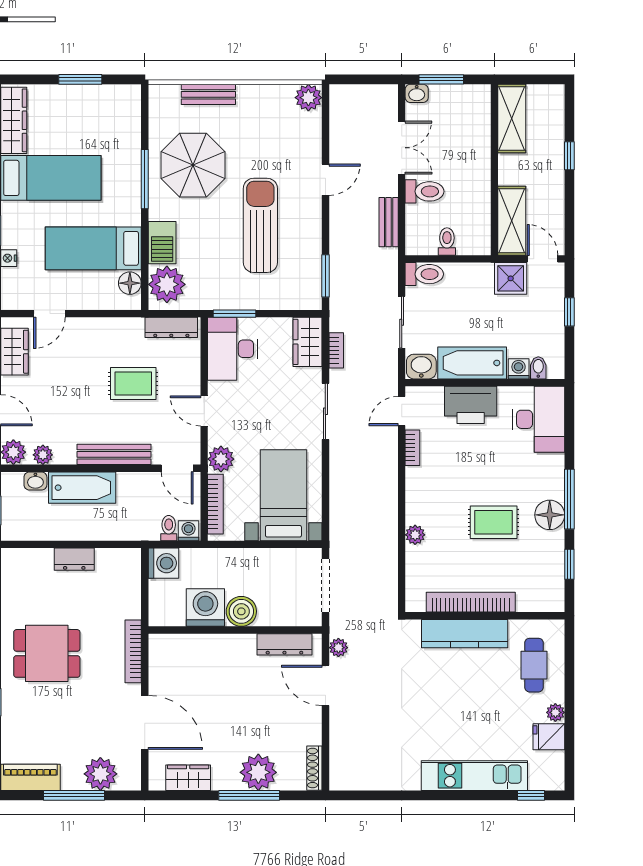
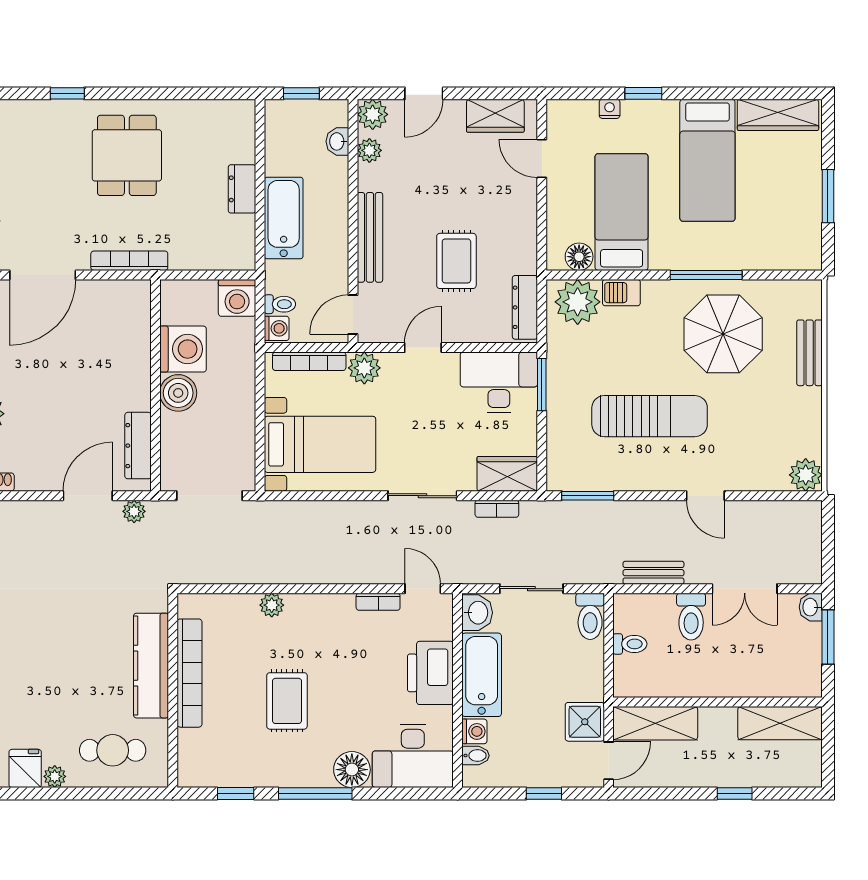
barbecue: (162, 243) -> (621, 293), width x0.73, depth x0.79
bathtub: (82, 488) -> (284, 218), moved, turned 180
floor lamp: (550, 515) -> (352, 770), moved

